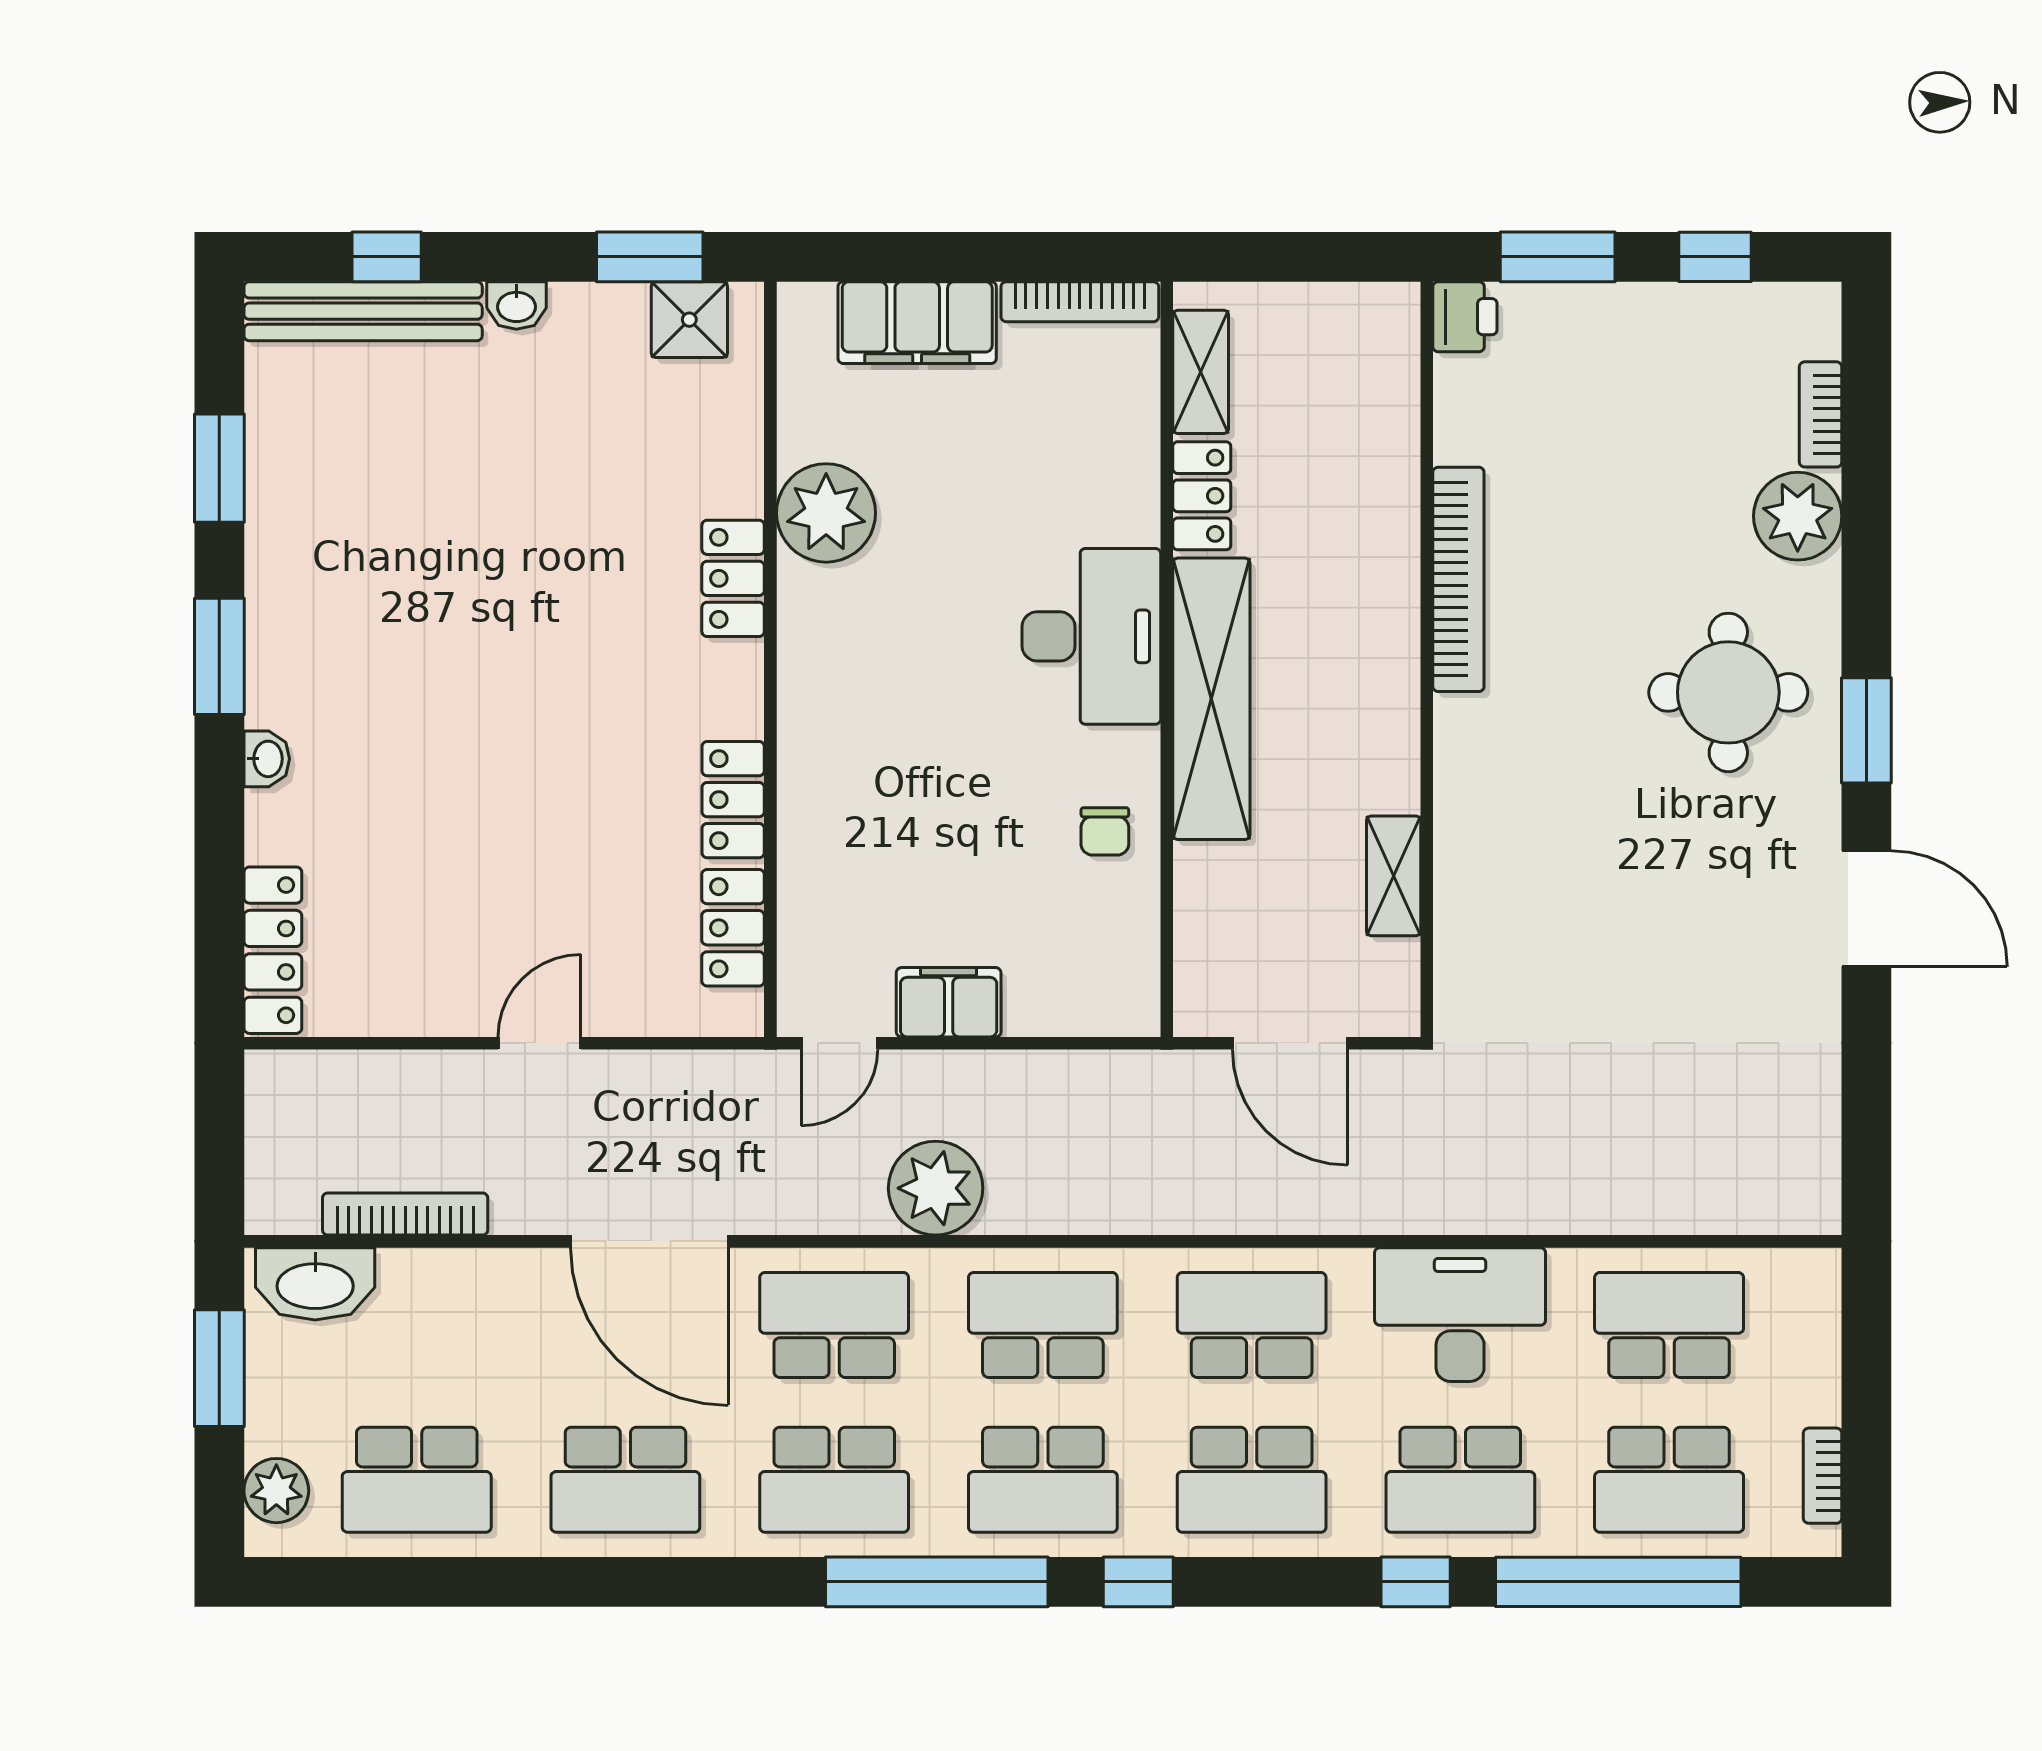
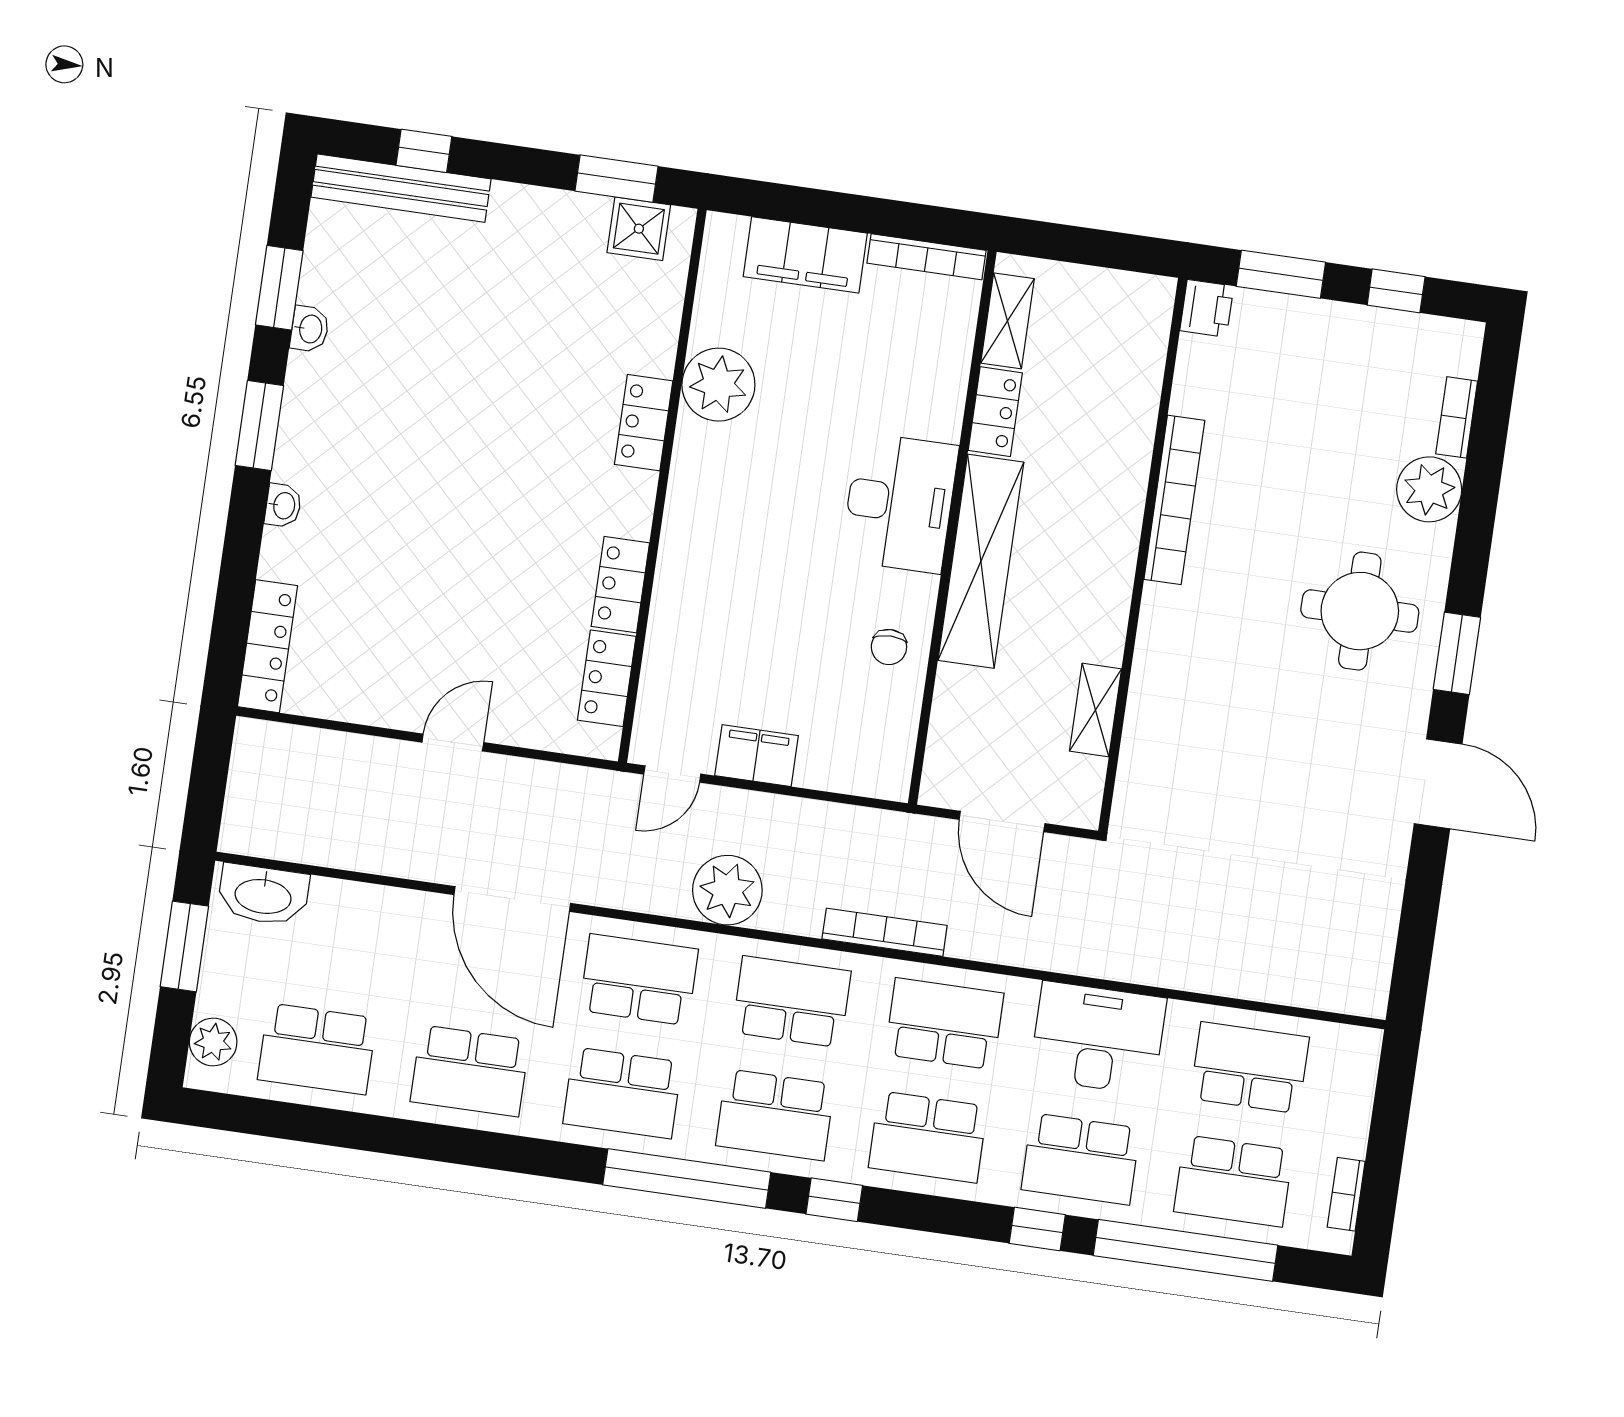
washbasin: (516, 305) -> (310, 329), moved, turned -90
bookcase: (405, 1214) -> (885, 932), moved

